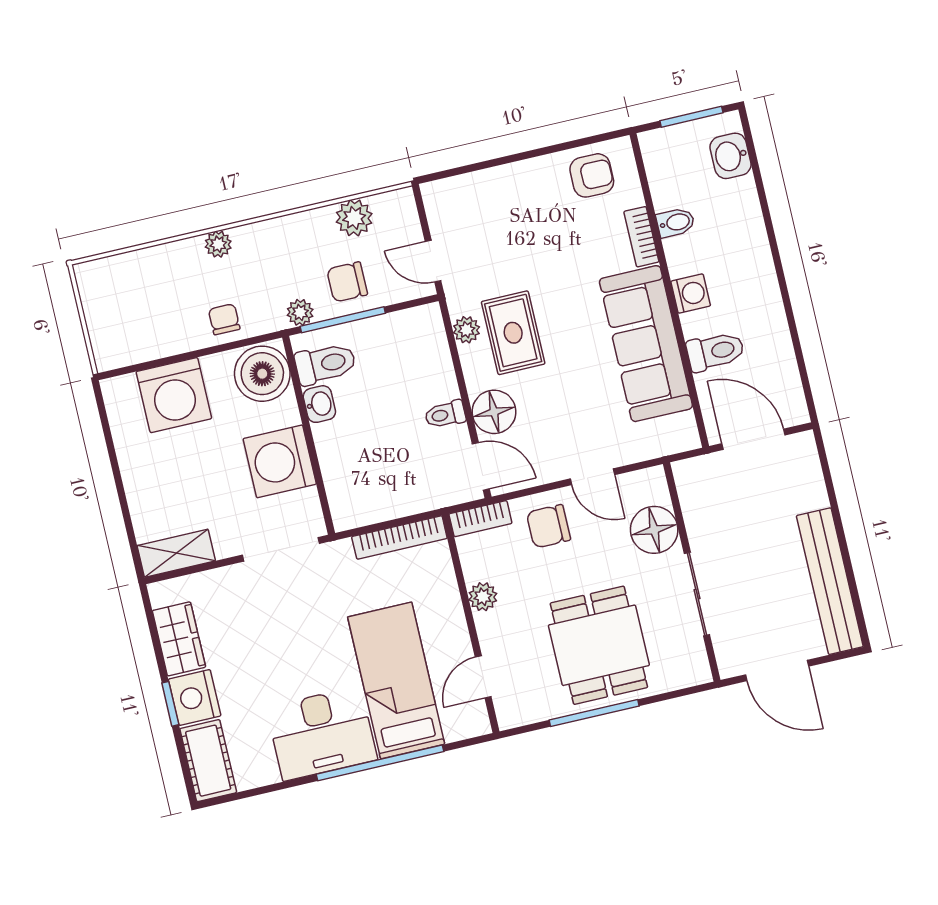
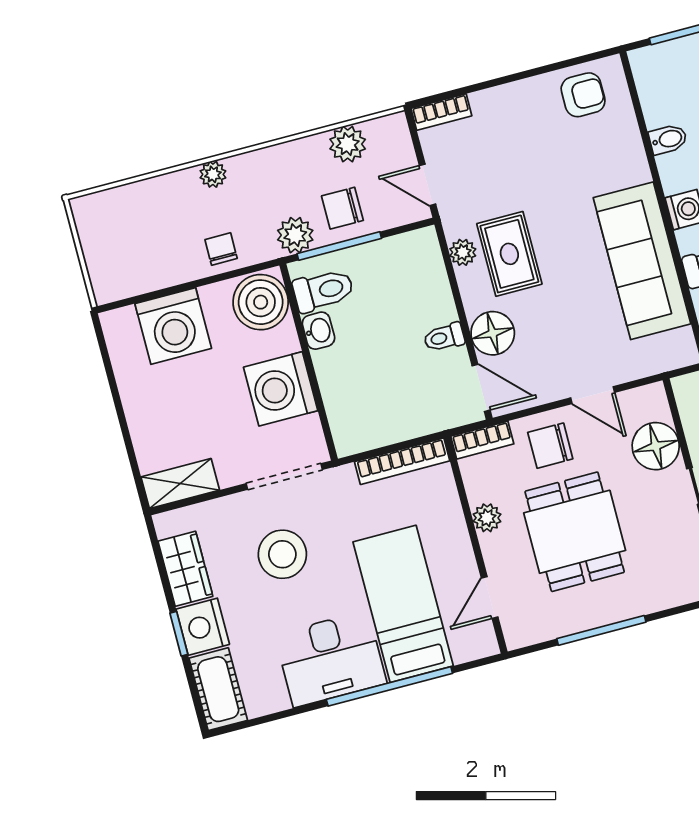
bookcase: (641, 237) -> (441, 112), moved, turned -90
plant: (300, 312) -> (295, 235), width x1.38, depth x1.38
stool: (277, 627) -> (282, 554), added
dining table: (599, 645) -> (575, 532), moved

